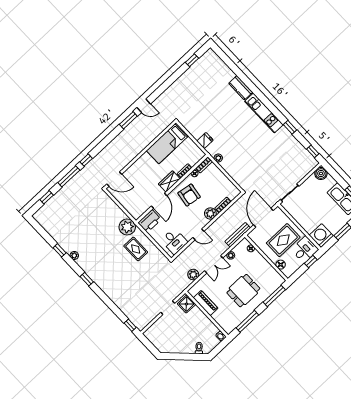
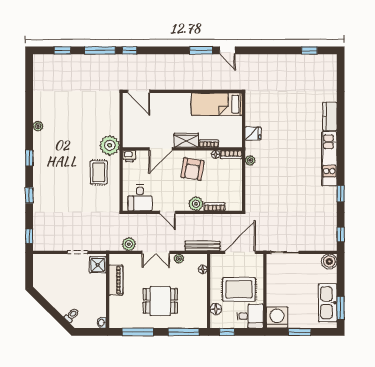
printer: (150, 221) -> (129, 156), width x0.53, depth x0.68
window: (60, 250) -> (29, 195), moved
window: (311, 261) -> (227, 332), moved

